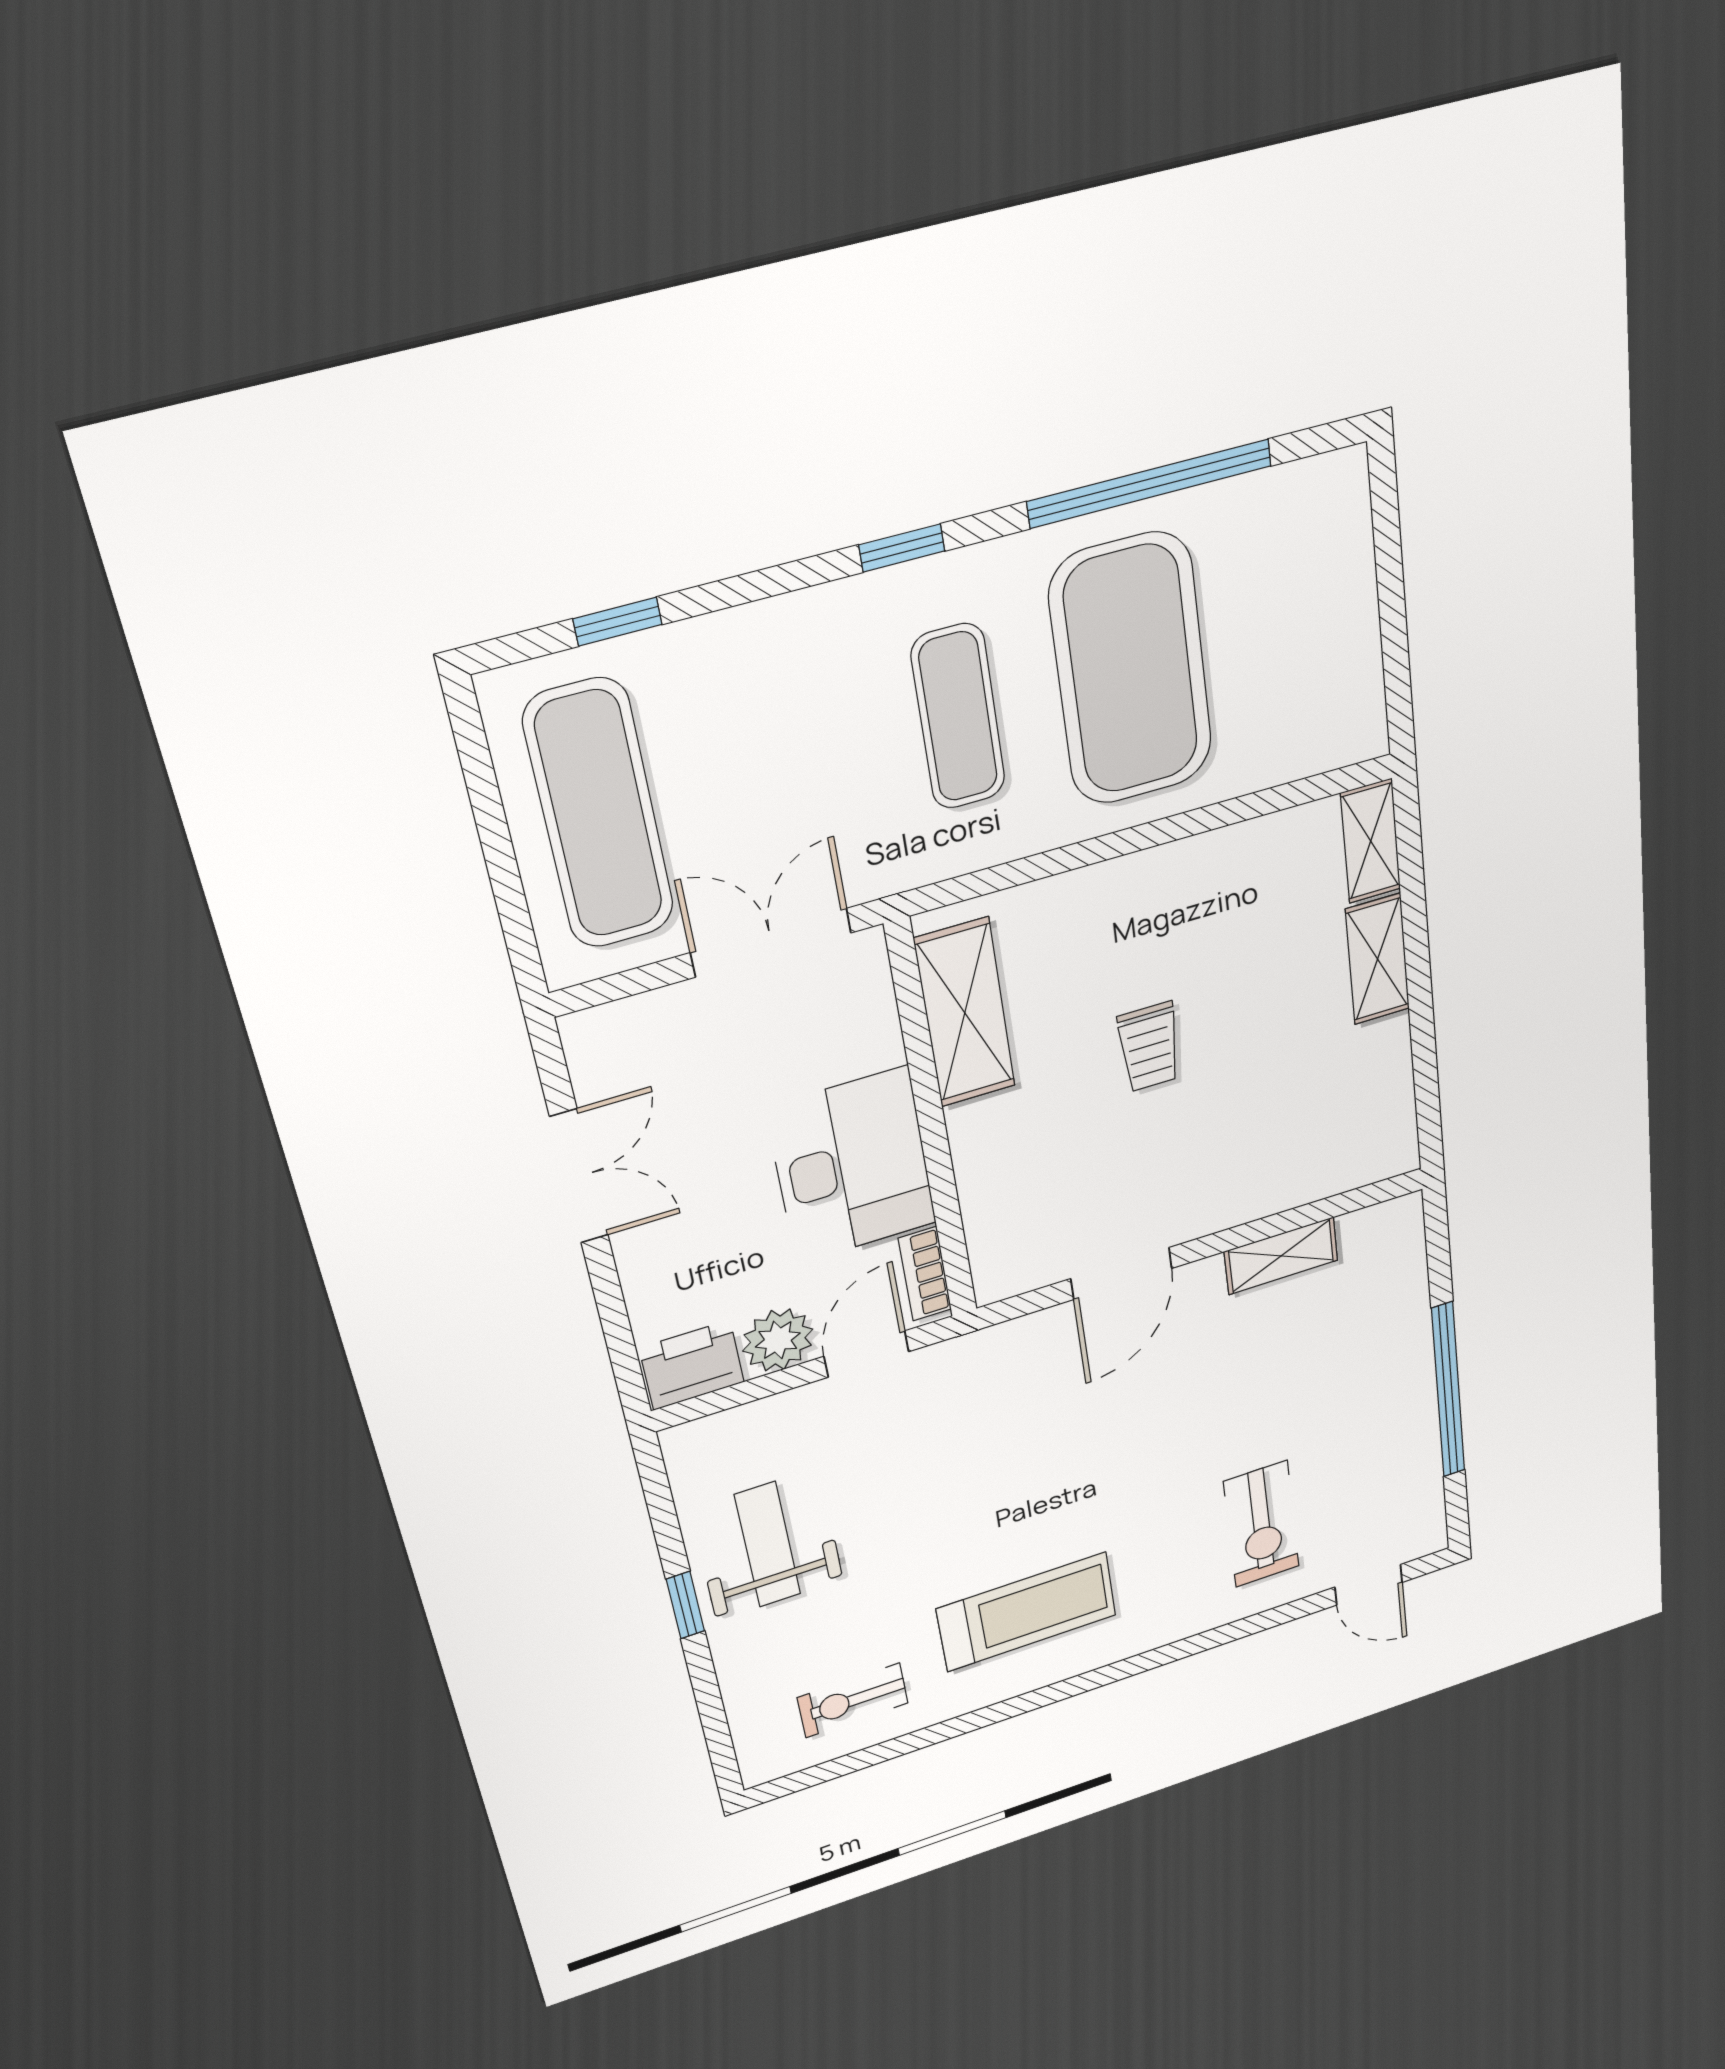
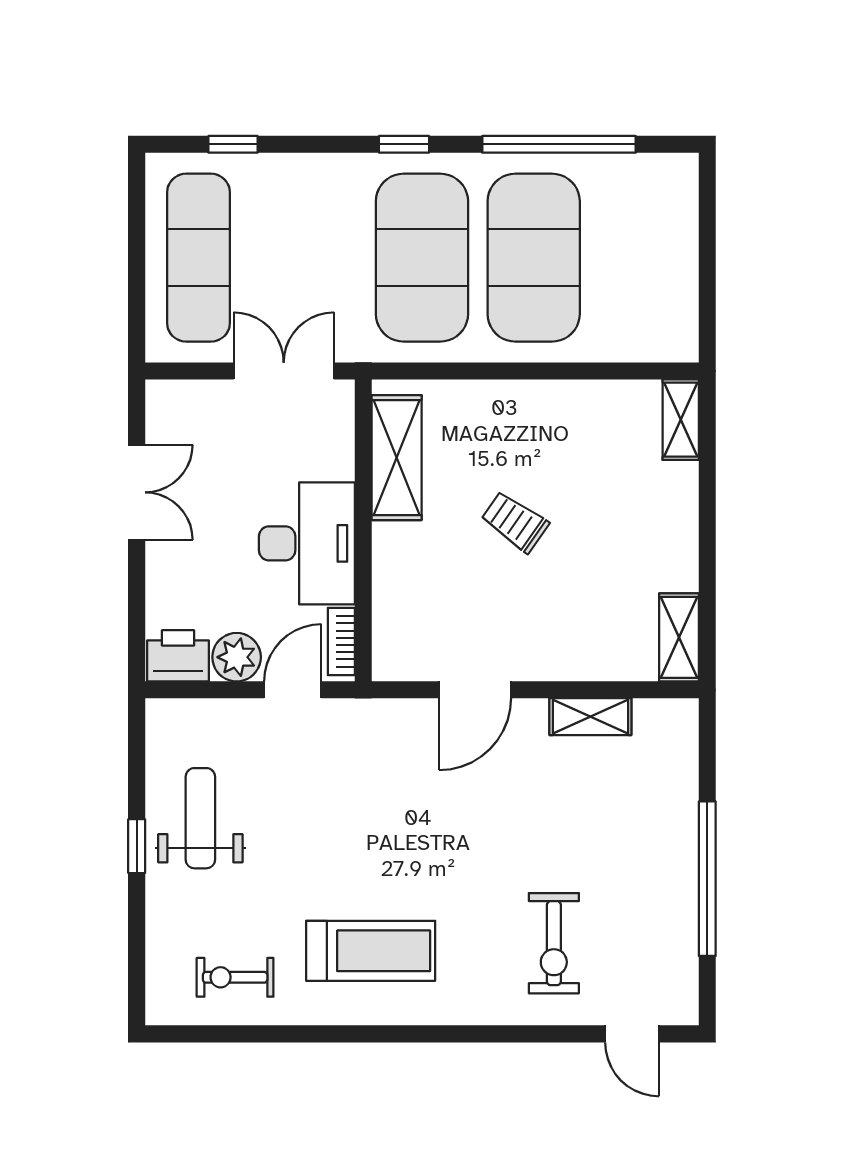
exercise mat: (958, 717) -> (422, 258), width x2.00, depth x1.45
shelving: (1378, 959) -> (679, 637), moved
trolley: (1149, 1047) -> (515, 522), turned 125

